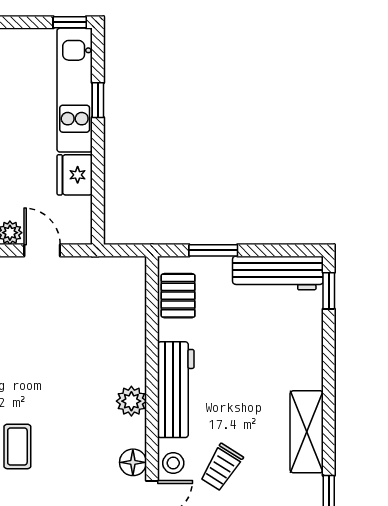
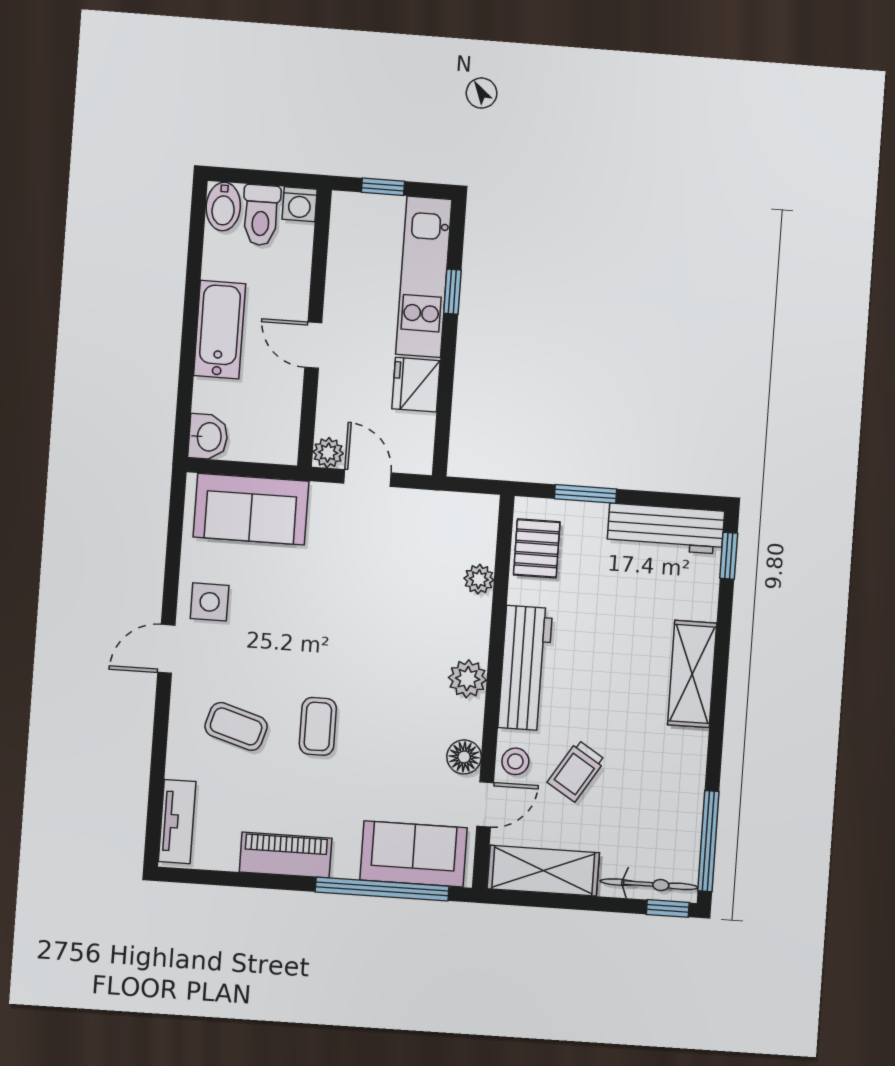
window: (70, 22) -> (383, 187), moved
plant: (135, 323) -> (479, 579), added
shelving: (307, 432) -> (692, 674), moved

